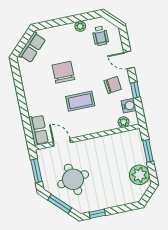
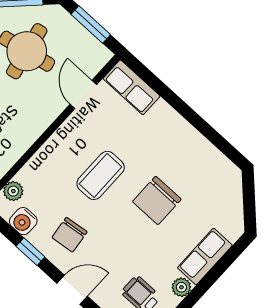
row of seats: (32, 47) -> (205, 256), moved, turned 45
chair: (63, 72) -> (157, 200), turned 90
door: (62, 142) -> (83, 94), swing flipped

